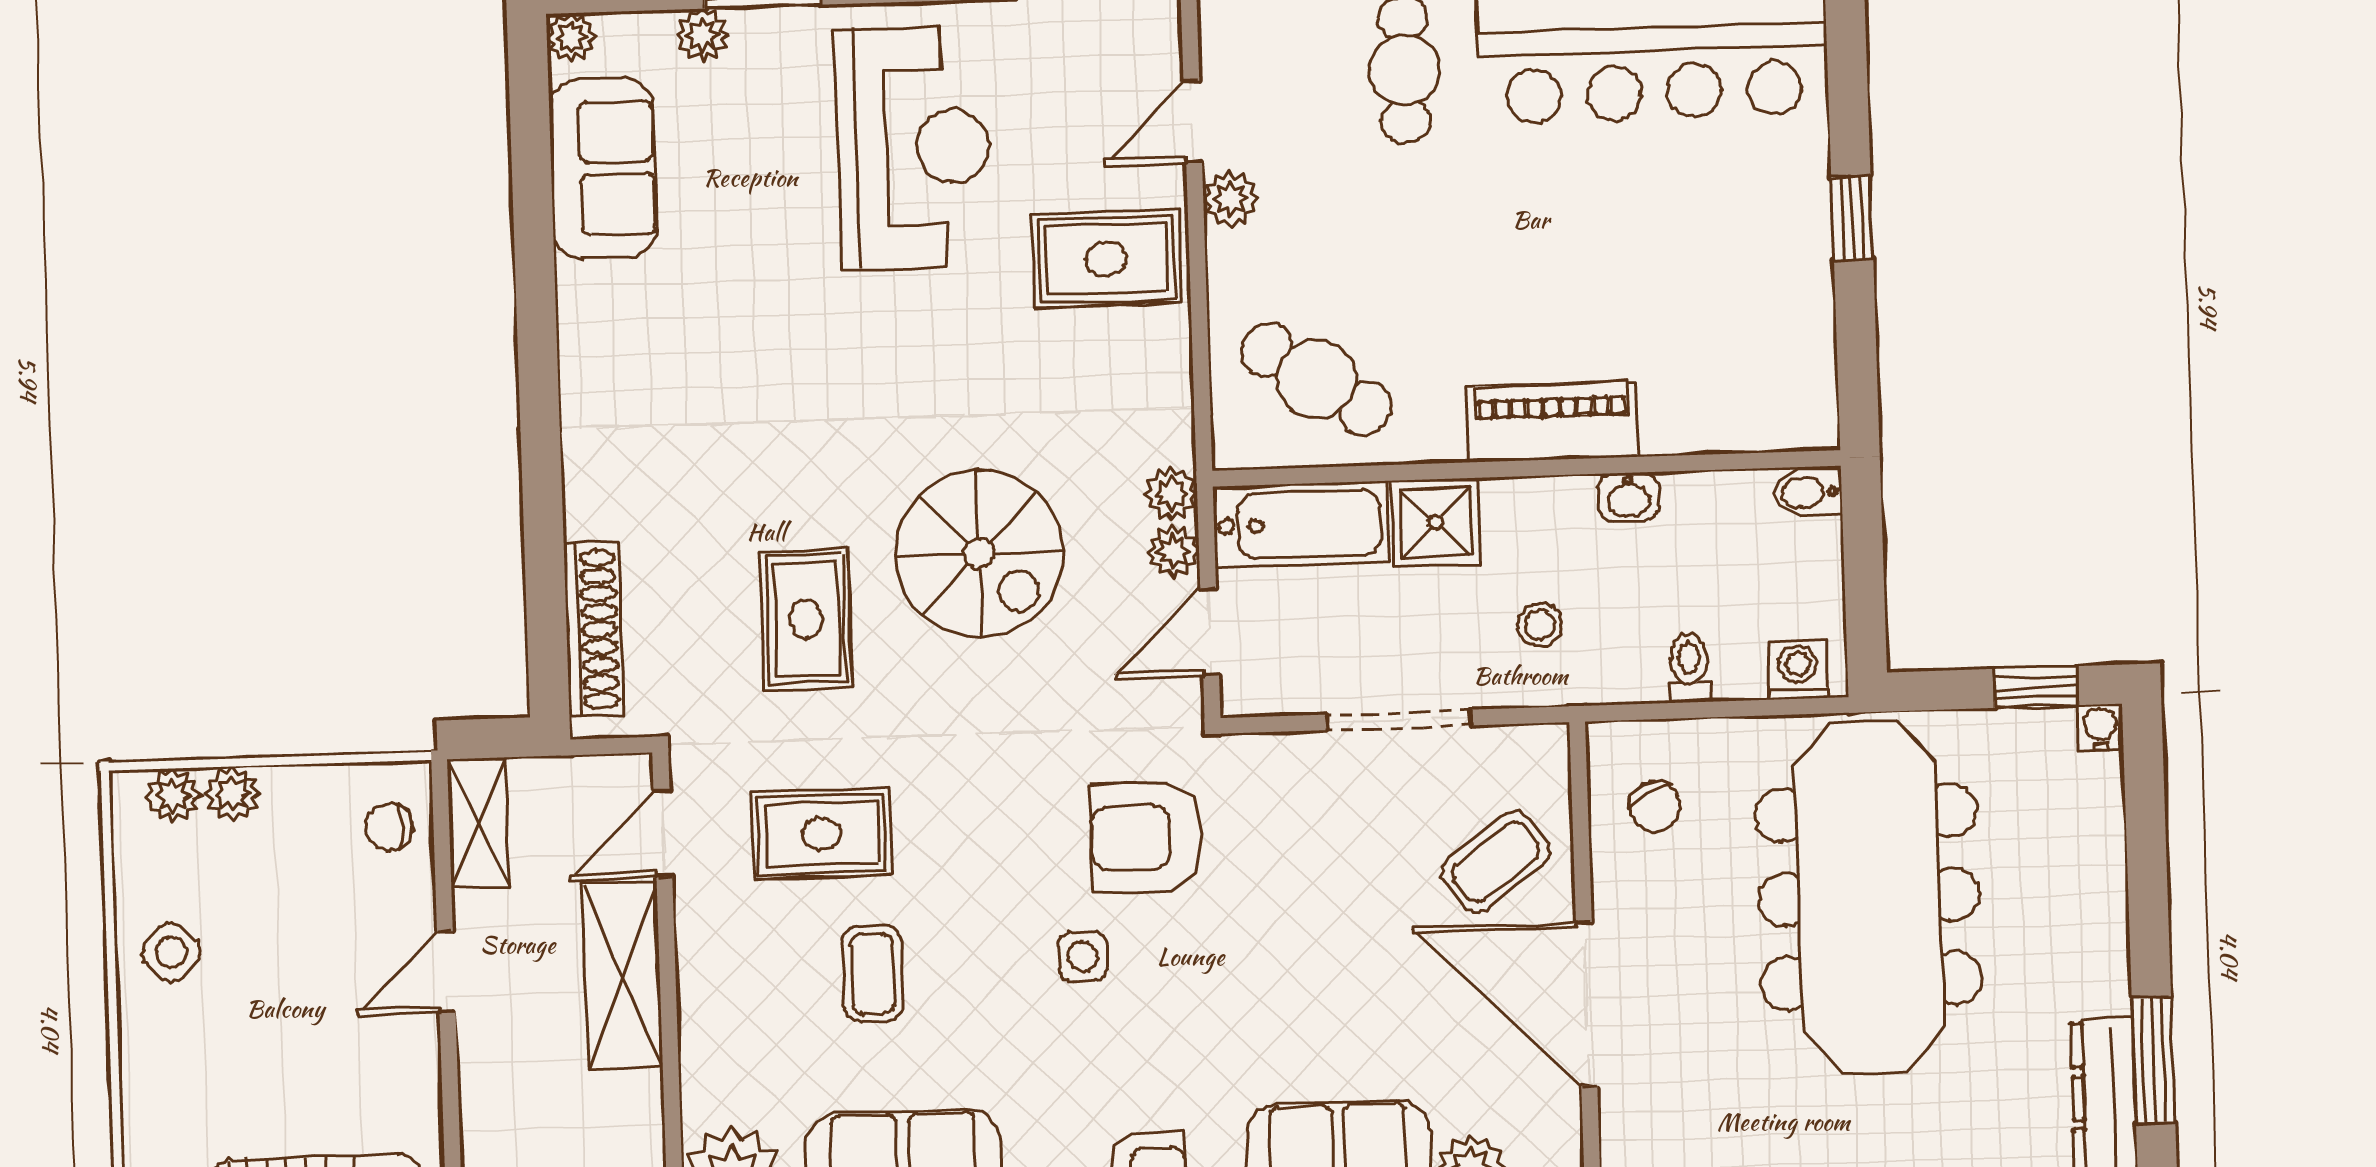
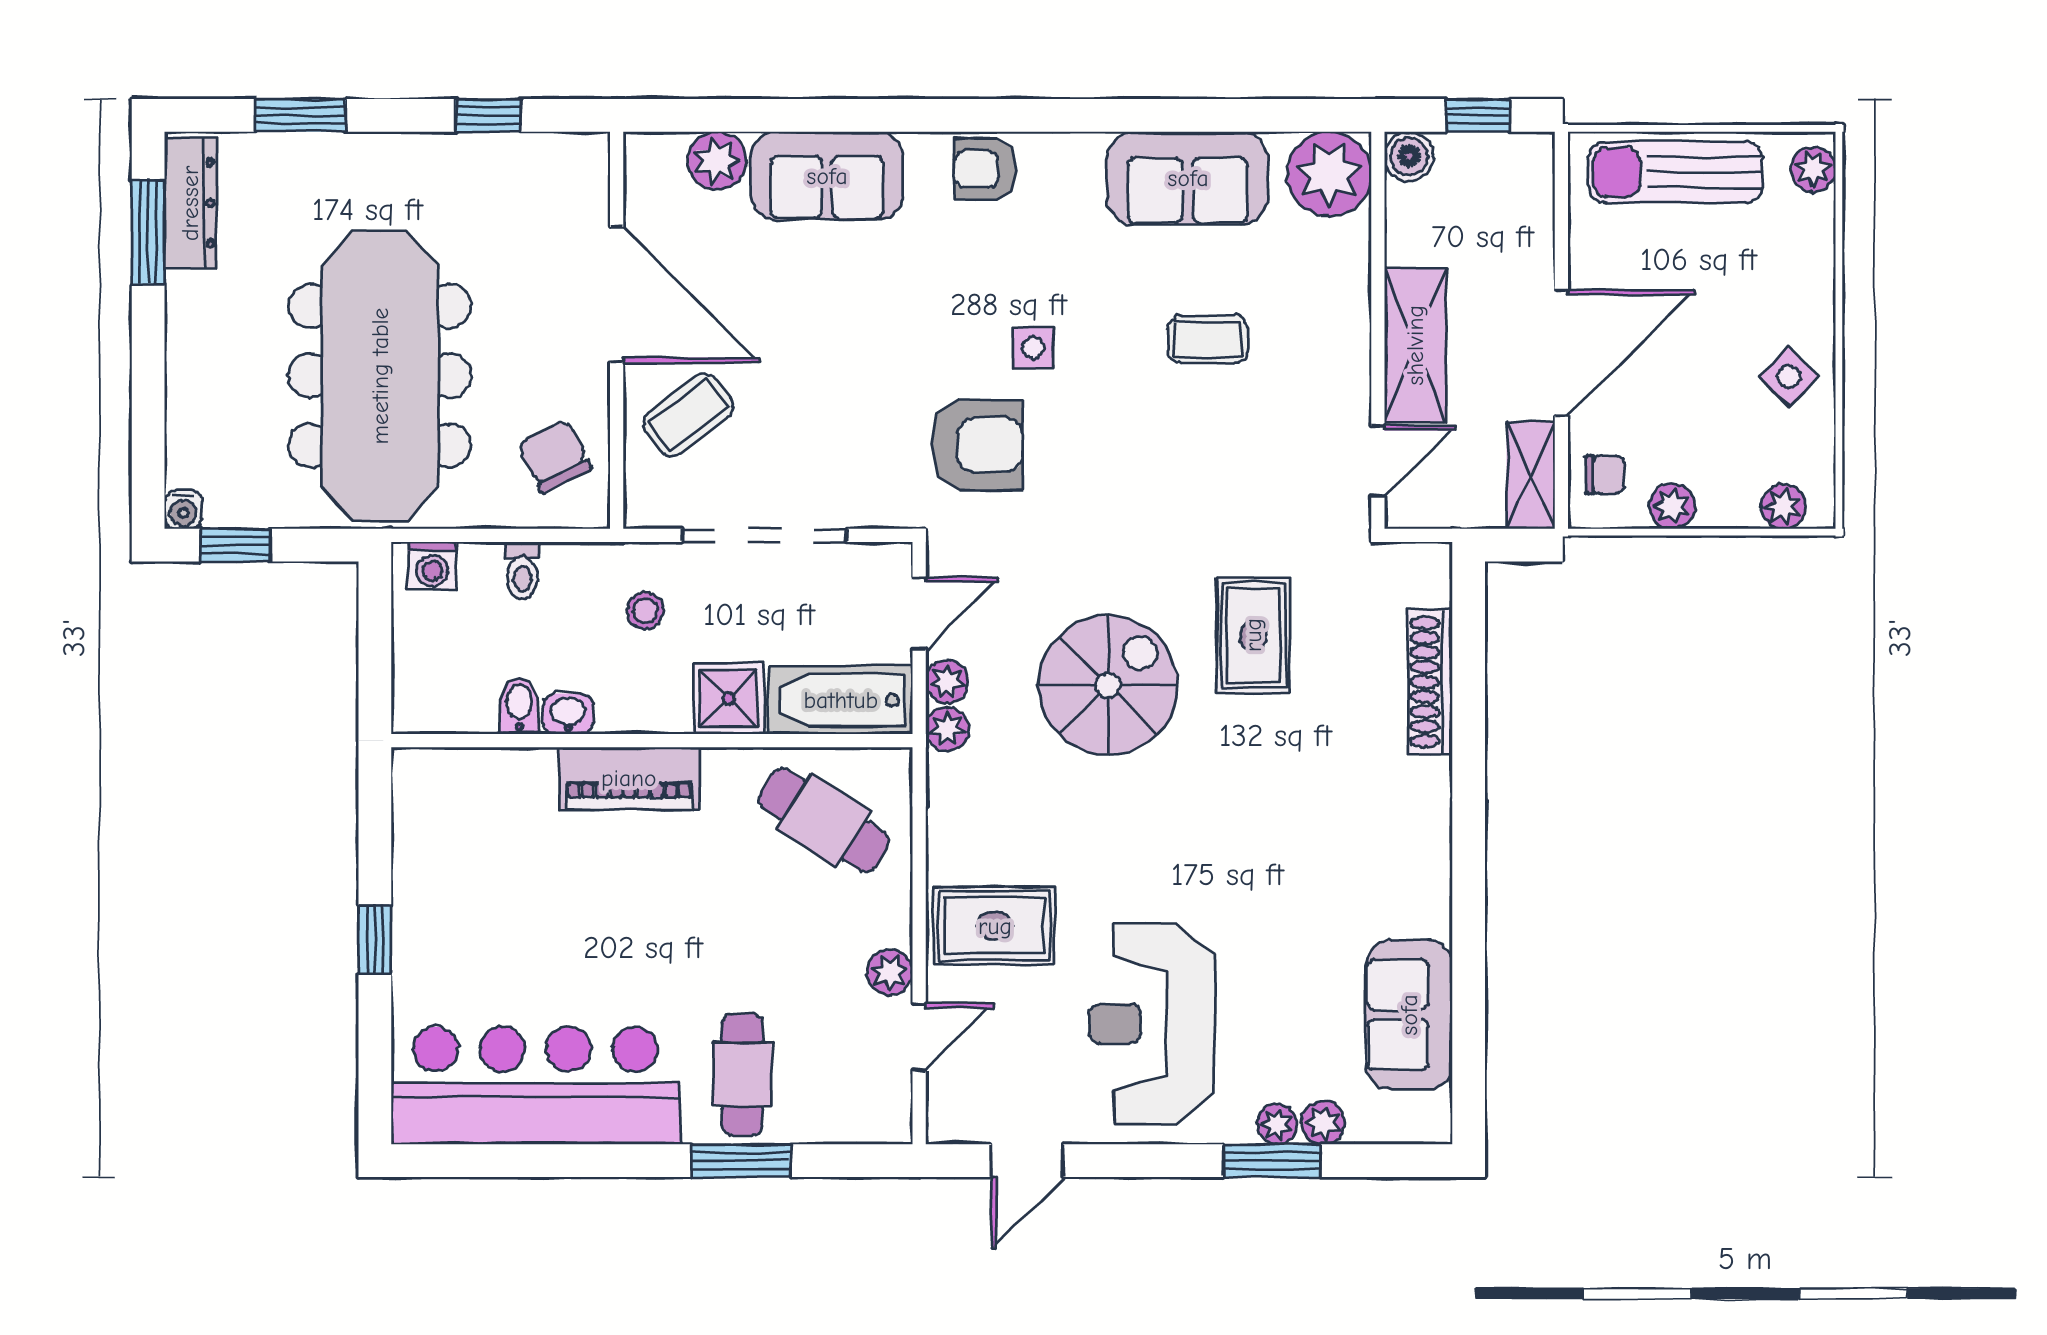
plant: (571, 37) -> (1277, 1124), moved
bidet: (1807, 492) -> (519, 706), moved, turned -90
spiral stairs: (979, 553) -> (1108, 685), turned 90
shoe rack: (593, 630) -> (1430, 682), moved
doorway: (1399, 720) -> (764, 535), width x1.36
plant: (232, 794) -> (1672, 506), moved
chair: (1655, 807) -> (555, 457), width x1.37, depth x1.37
rug: (822, 834) -> (1246, 457), removed
door: (446, 972) -> (1561, 353), width x1.88
coffee table: (873, 974) -> (1208, 340), turned 90

